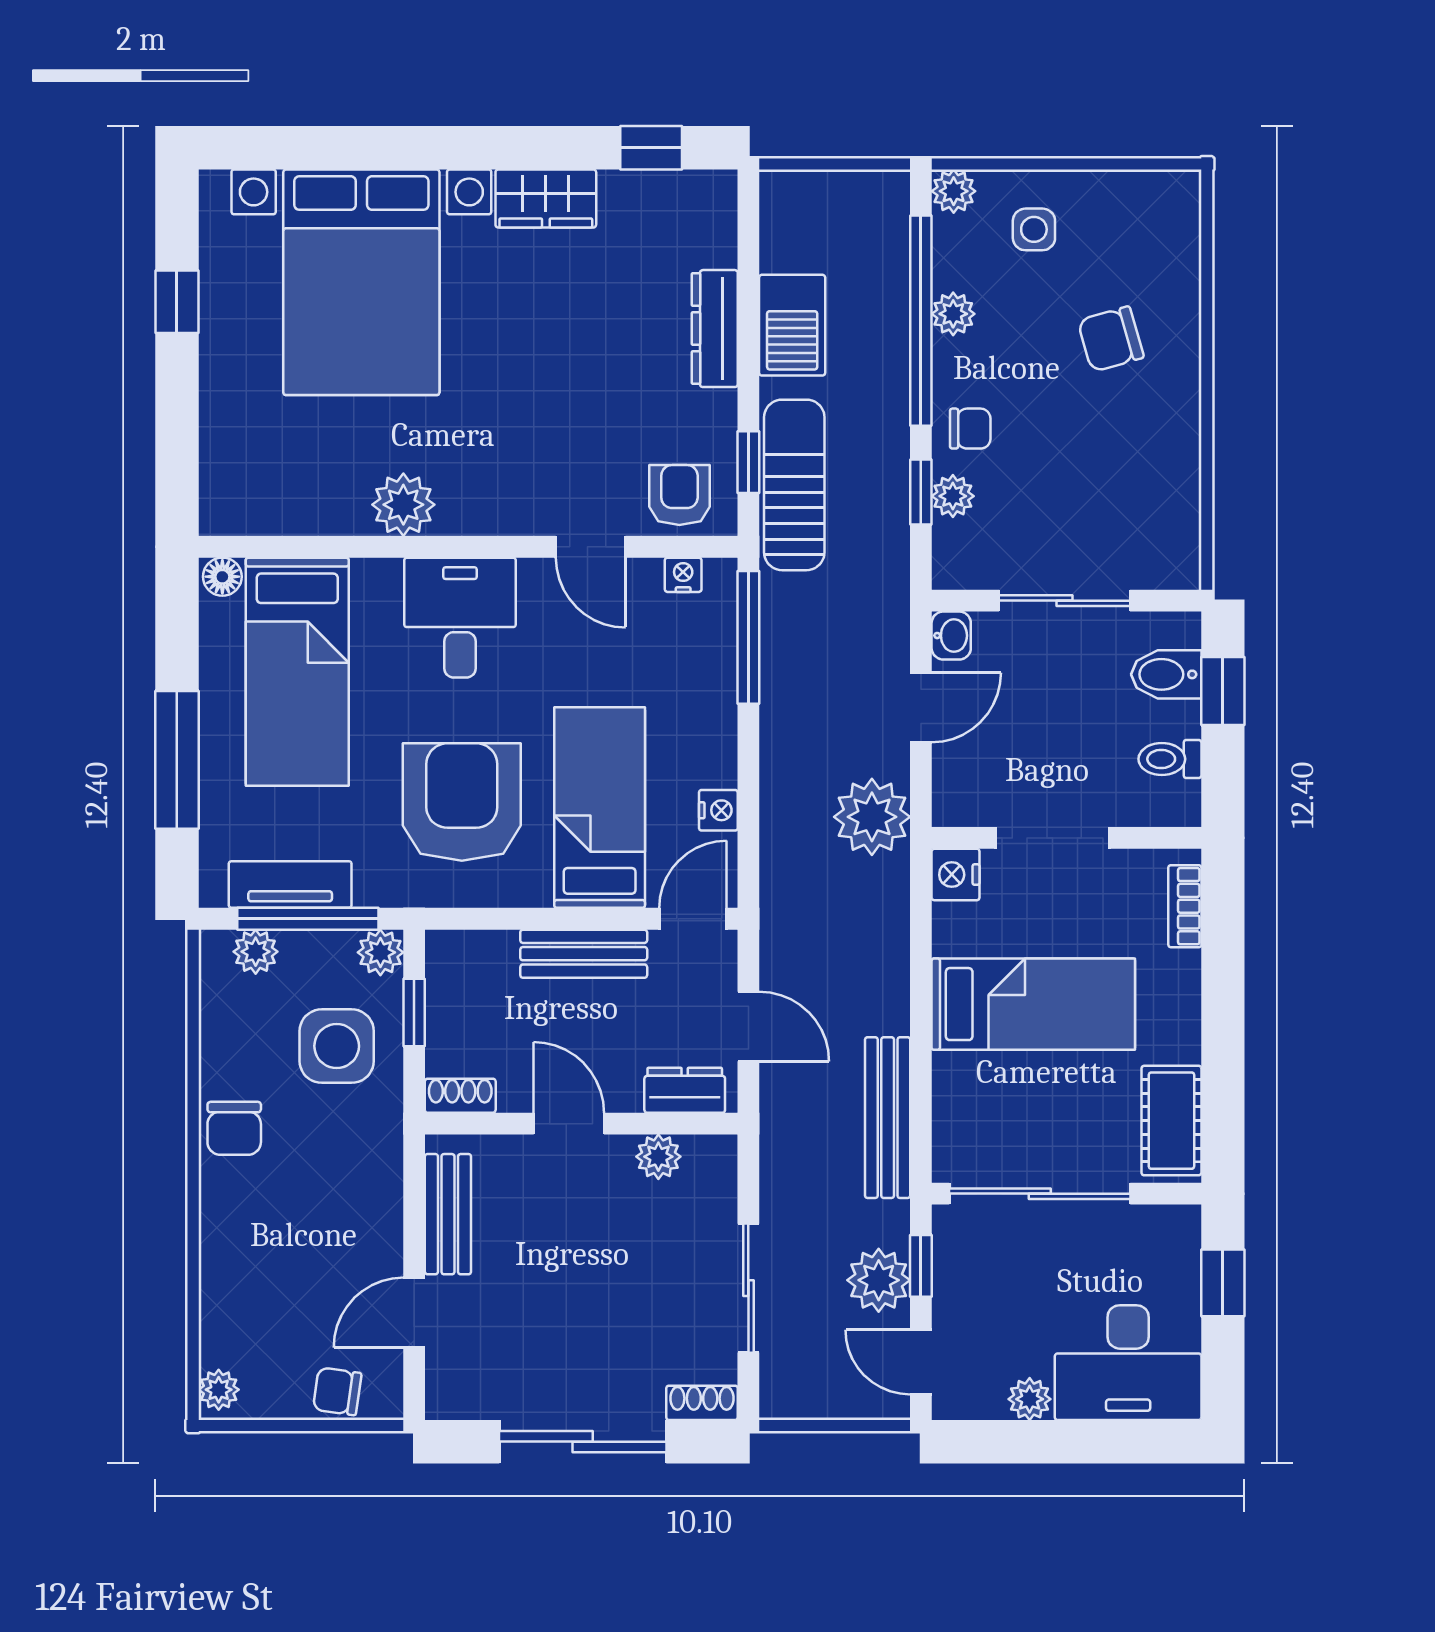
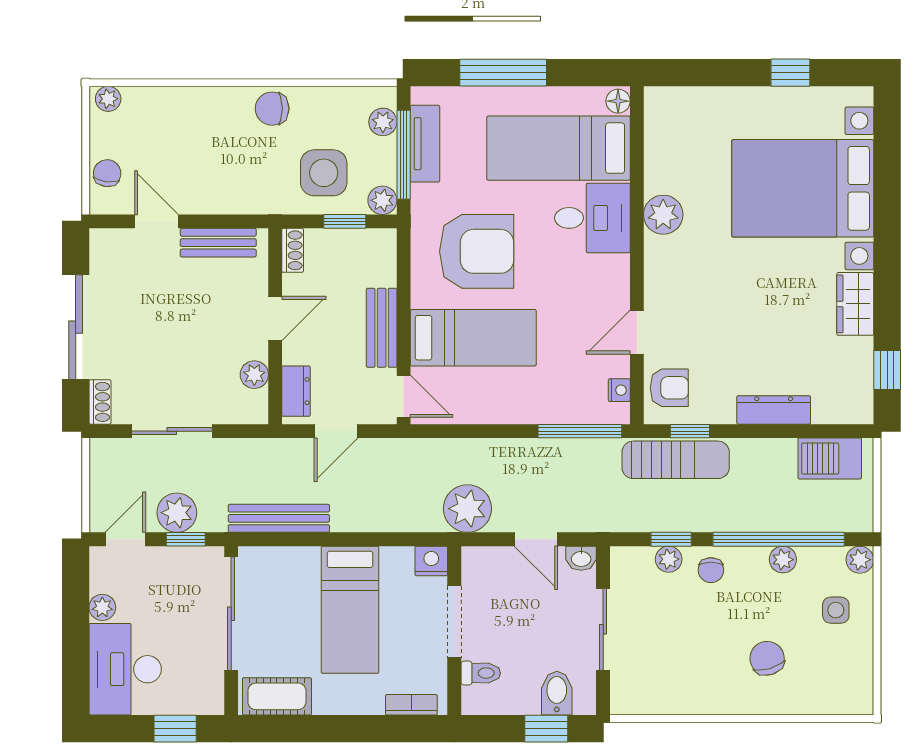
barbecue: (792, 325) -> (830, 458), moved
desk: (460, 618) -> (592, 218), moved
toilet: (1170, 759) -> (481, 673), moved, turned 90
nightstand: (718, 810) -> (472, 412), removed

